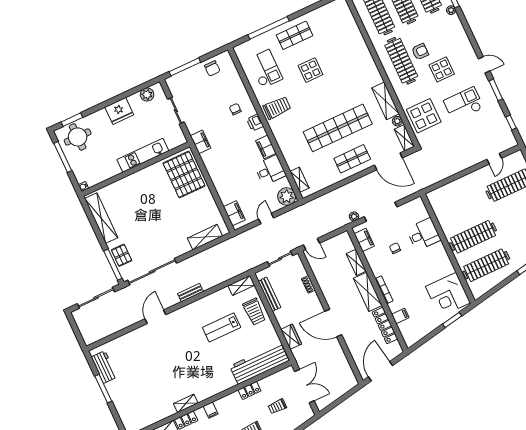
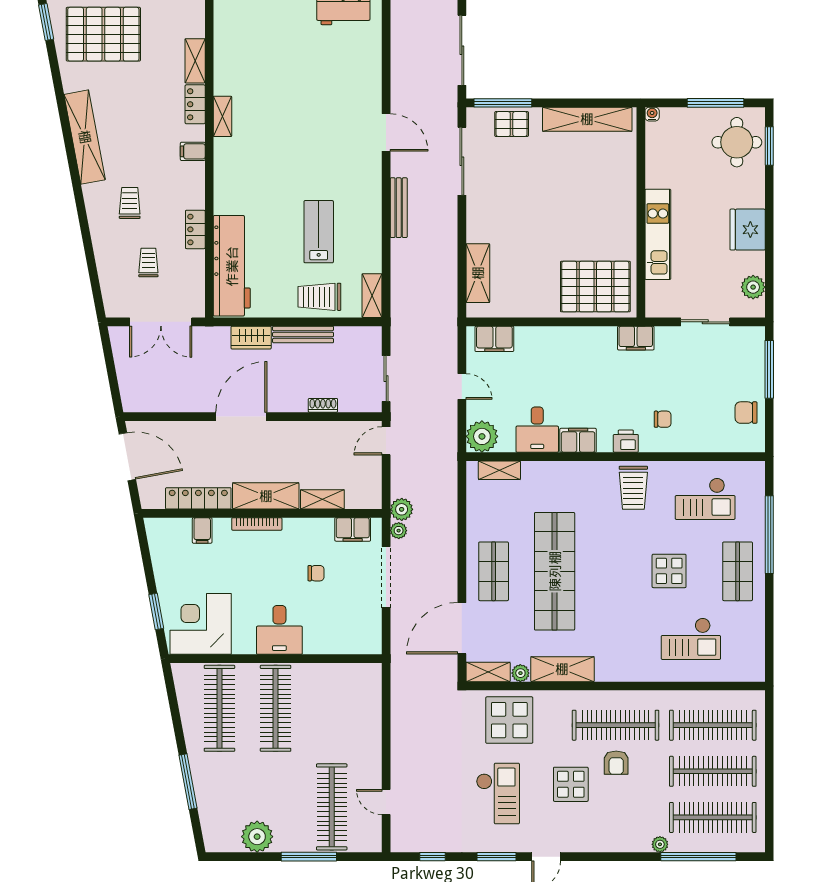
checkout: (340, 43) -> (691, 639), added
plant: (342, 220) -> (402, 509), added
desk: (423, 234) -> (279, 630), moved
sliding door: (152, 272) -> (462, 161), width x0.73
bench: (190, 293) -> (399, 208), width x1.36
bench: (269, 294) -> (303, 335), moved

